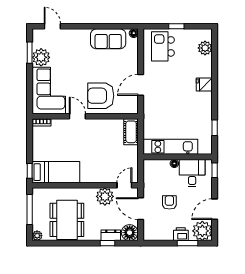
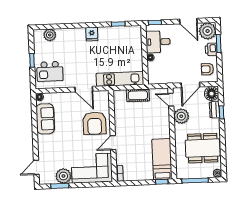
fridge: (204, 85) -> (92, 34), moved
cot: (131, 132) -> (138, 95), moved
kitchen unit: (170, 147) -> (120, 79), moved, turned 90
armchair: (169, 202) -> (207, 69), moved

